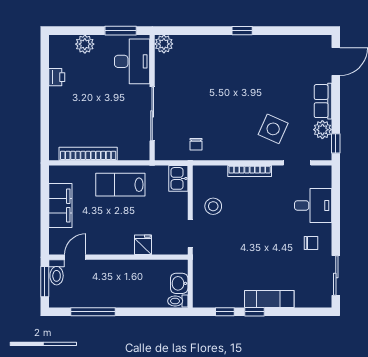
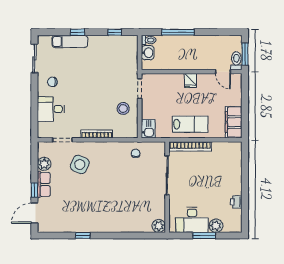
window: (121, 31) -> (204, 235), moved
window: (242, 31) -> (83, 235), moved
desk: (132, 61) -> (192, 220), moved, turned -90
window: (336, 143) -> (34, 190), moved
bookcase: (88, 154) -> (190, 146), moved
filing cabinet: (60, 205) -> (234, 122), moved
fridge: (143, 245) -> (191, 81), moved
door: (75, 257) -> (223, 72), hinge flipped
exam couch: (269, 299) -> (70, 41), moved
window: (93, 312) -> (178, 32), moved
window: (255, 312) -> (78, 32), moved

